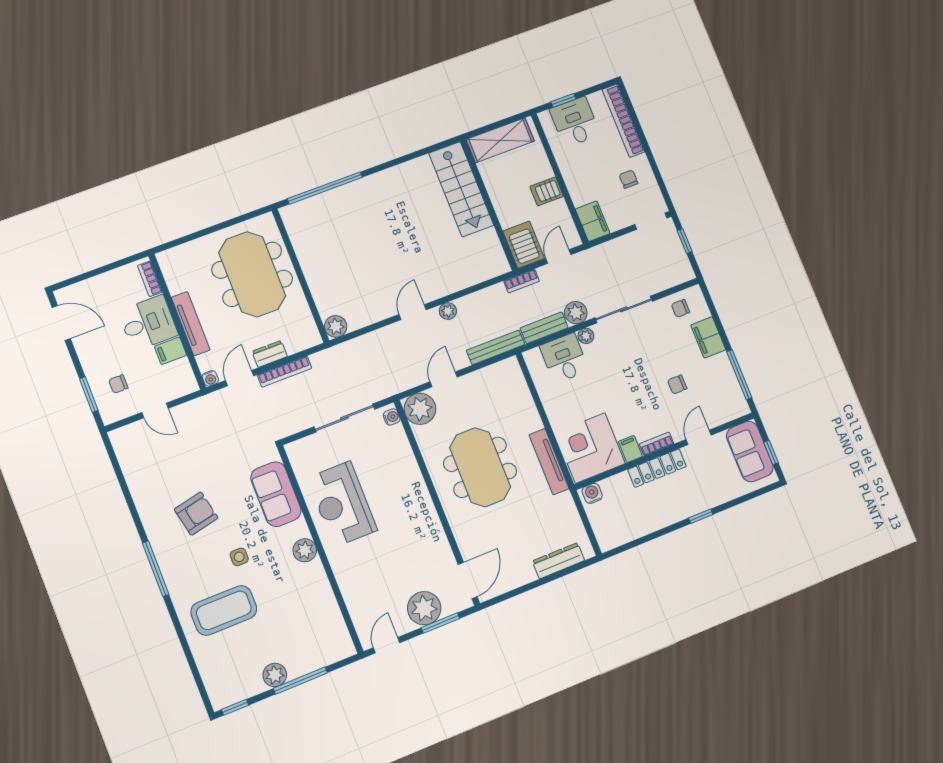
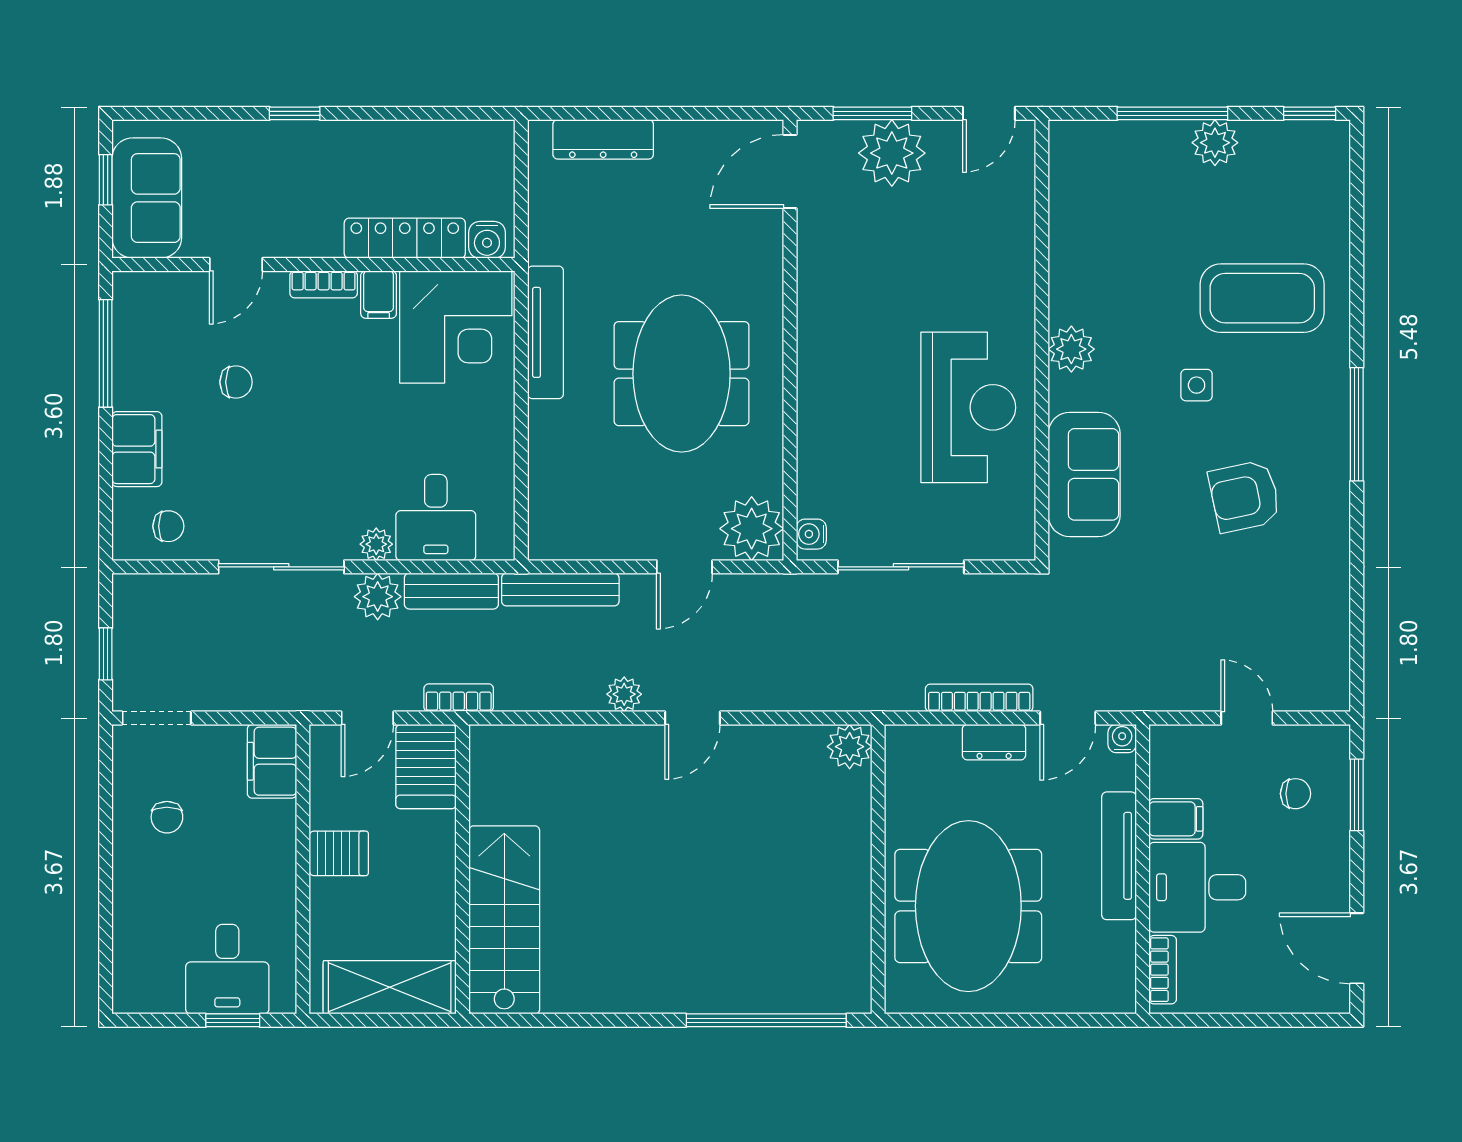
bookcase: (623, 121) -> (130, 936), removed
locker: (657, 468) -> (405, 238), moved

